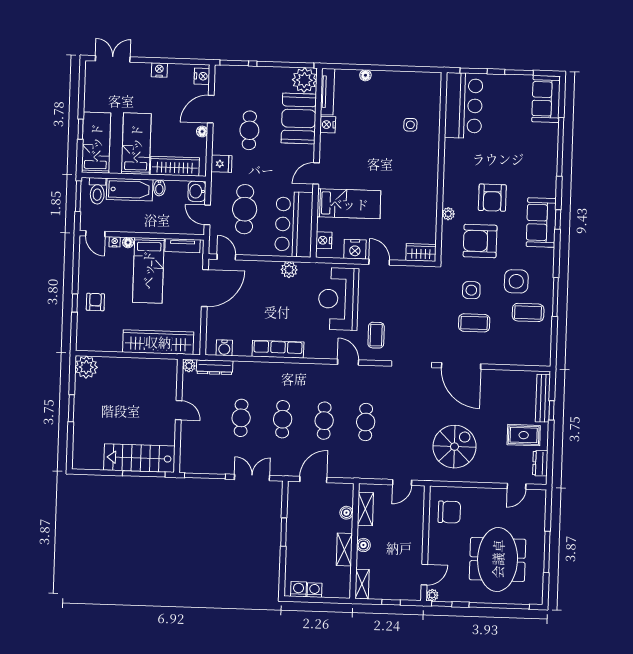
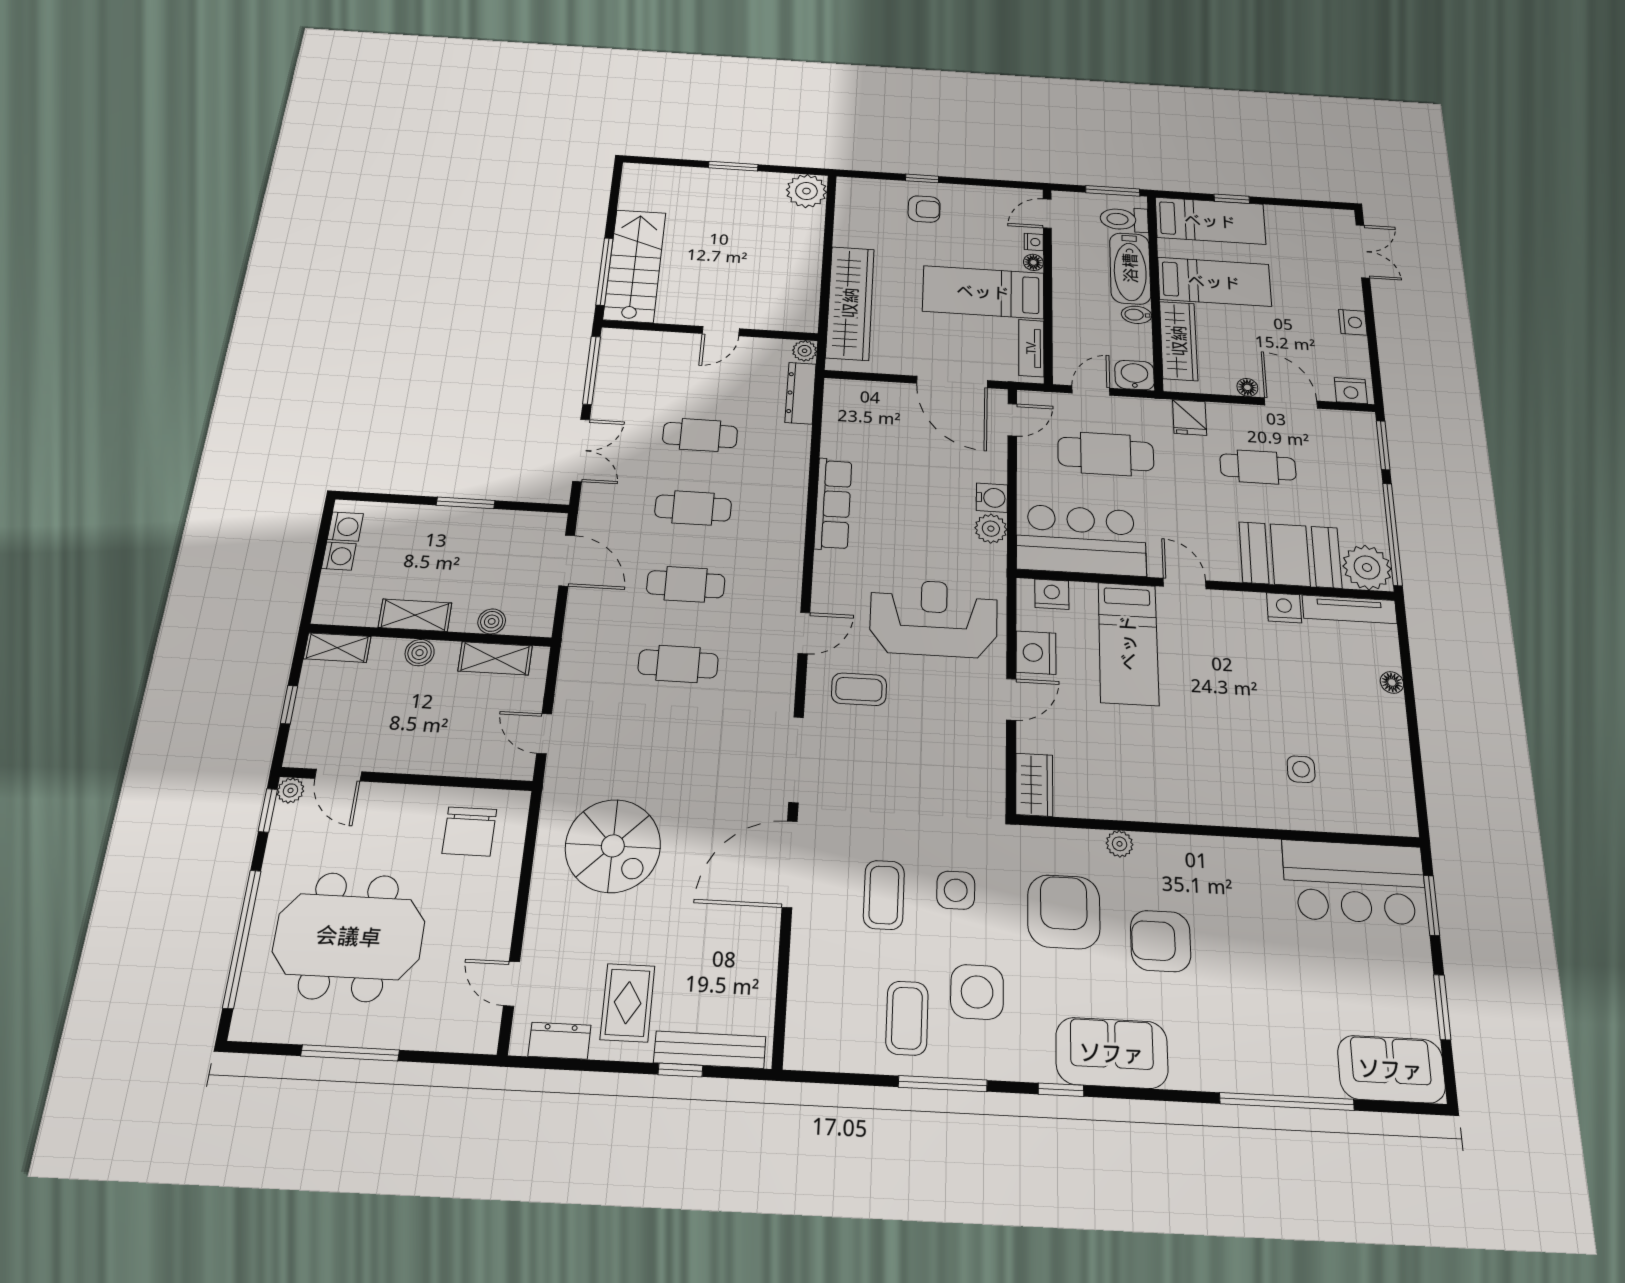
window: (558, 219) -> (1061, 1090), moved
water cooler: (224, 348) -> (992, 498), moved, turned 180

